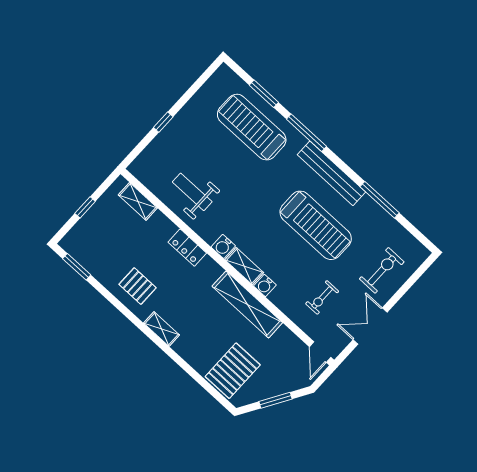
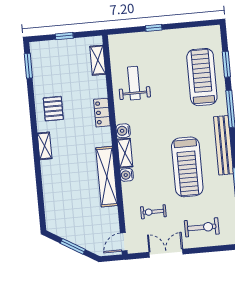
pallet: (233, 371) -> (64, 207), removed

